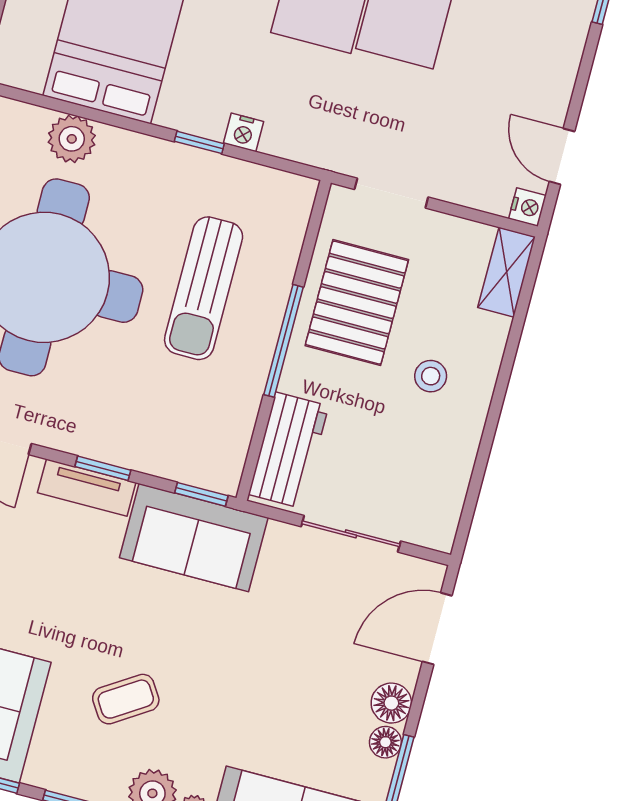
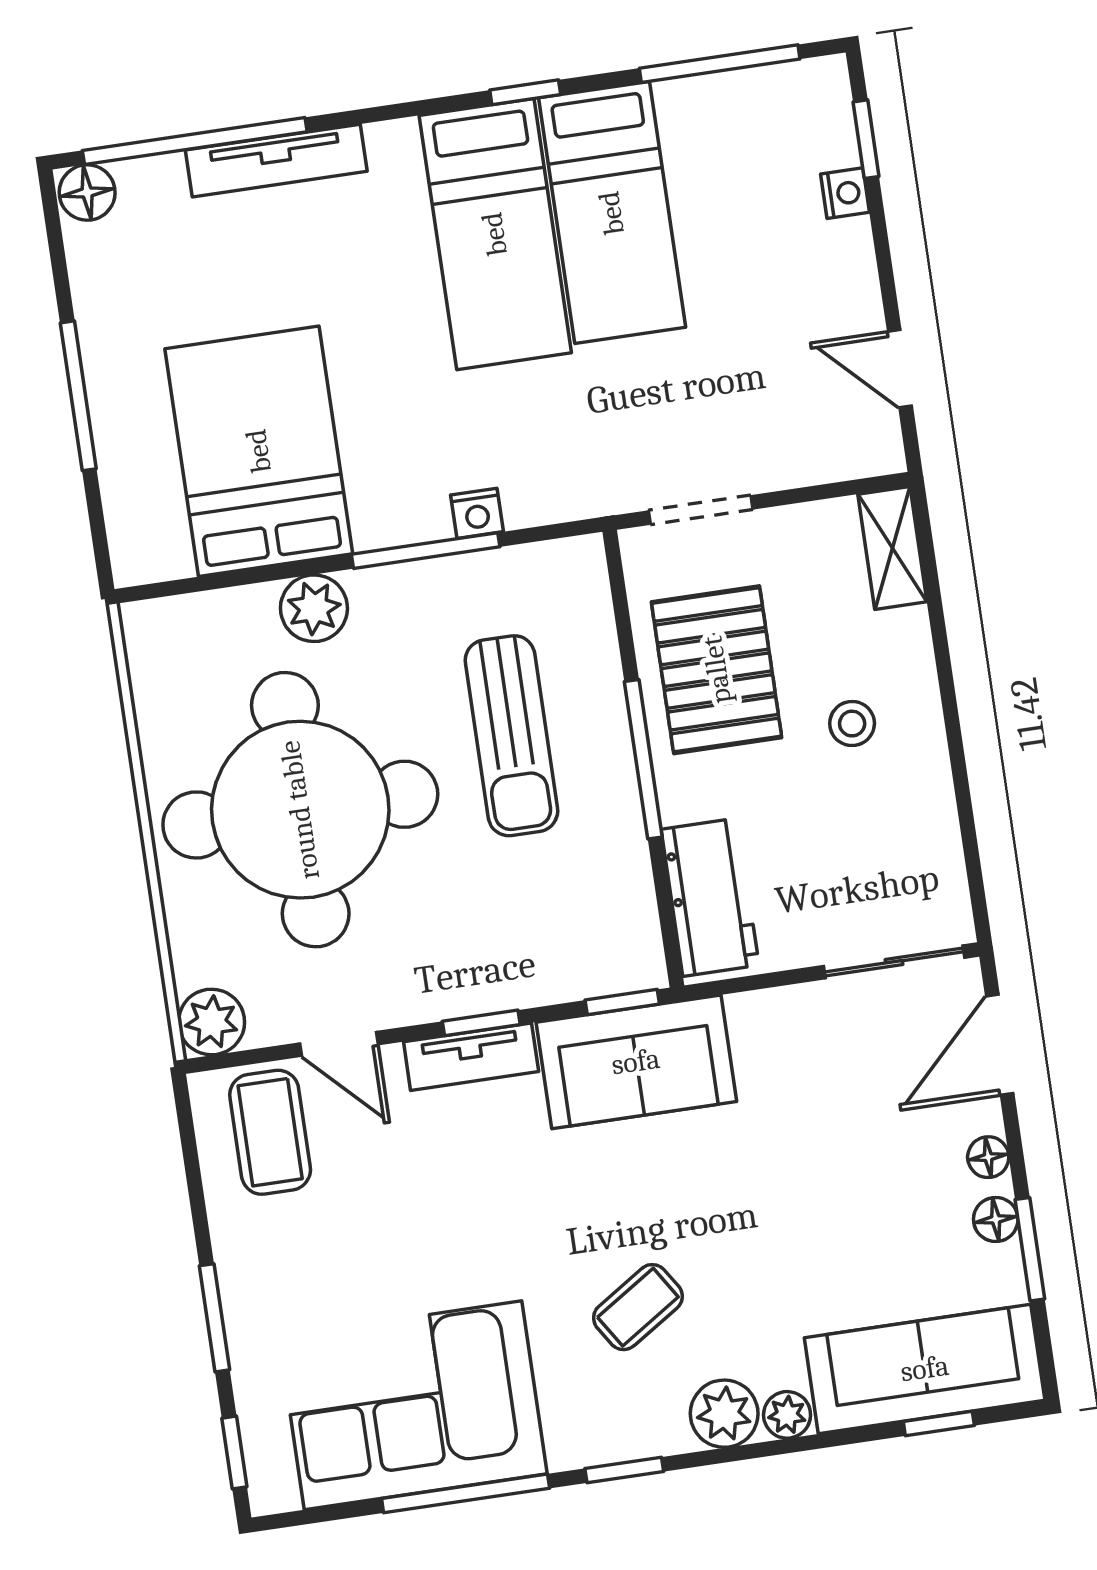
plant: (72, 139) -> (314, 608), moved
window: (199, 142) -> (426, 551), width x2.17
nightstand: (527, 207) -> (845, 193), moved
sliding door: (351, 534) -> (894, 962), moved
floor lamp: (391, 703) -> (988, 1157), width x0.73, depth x0.73

